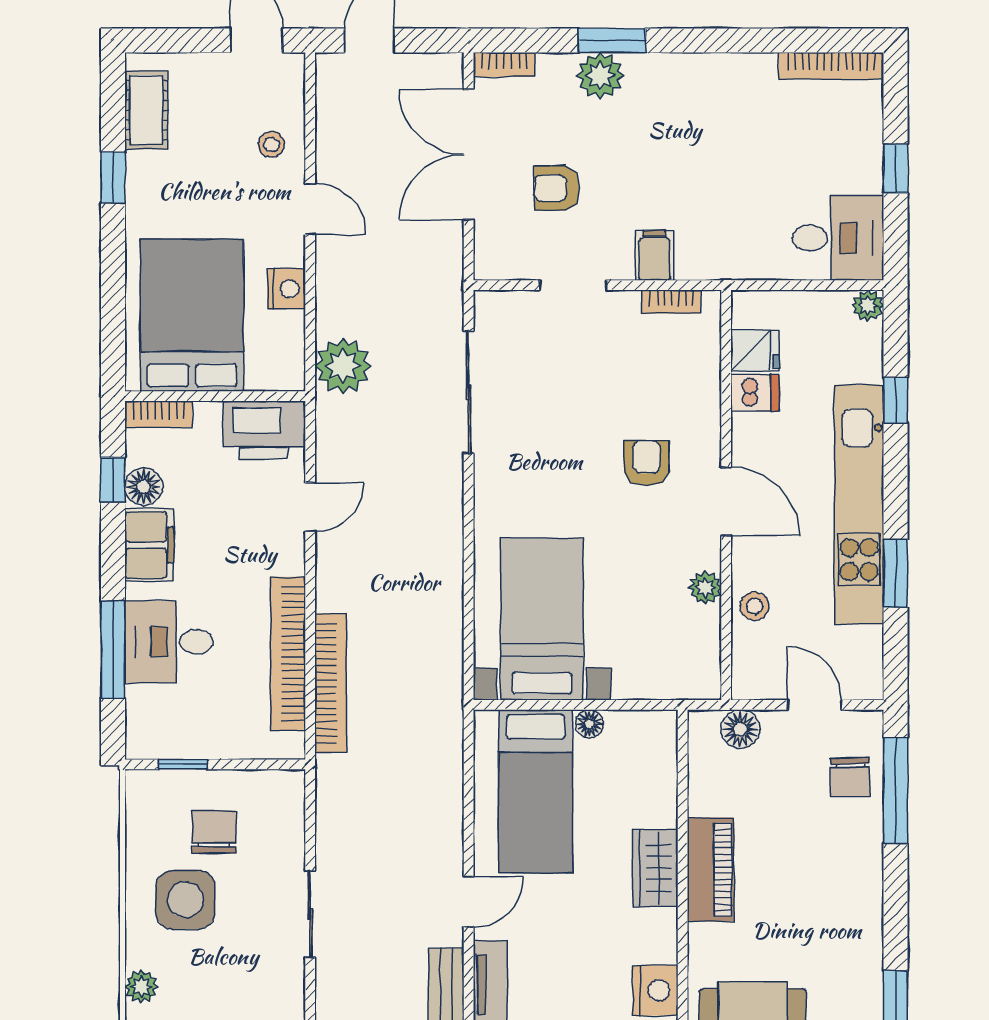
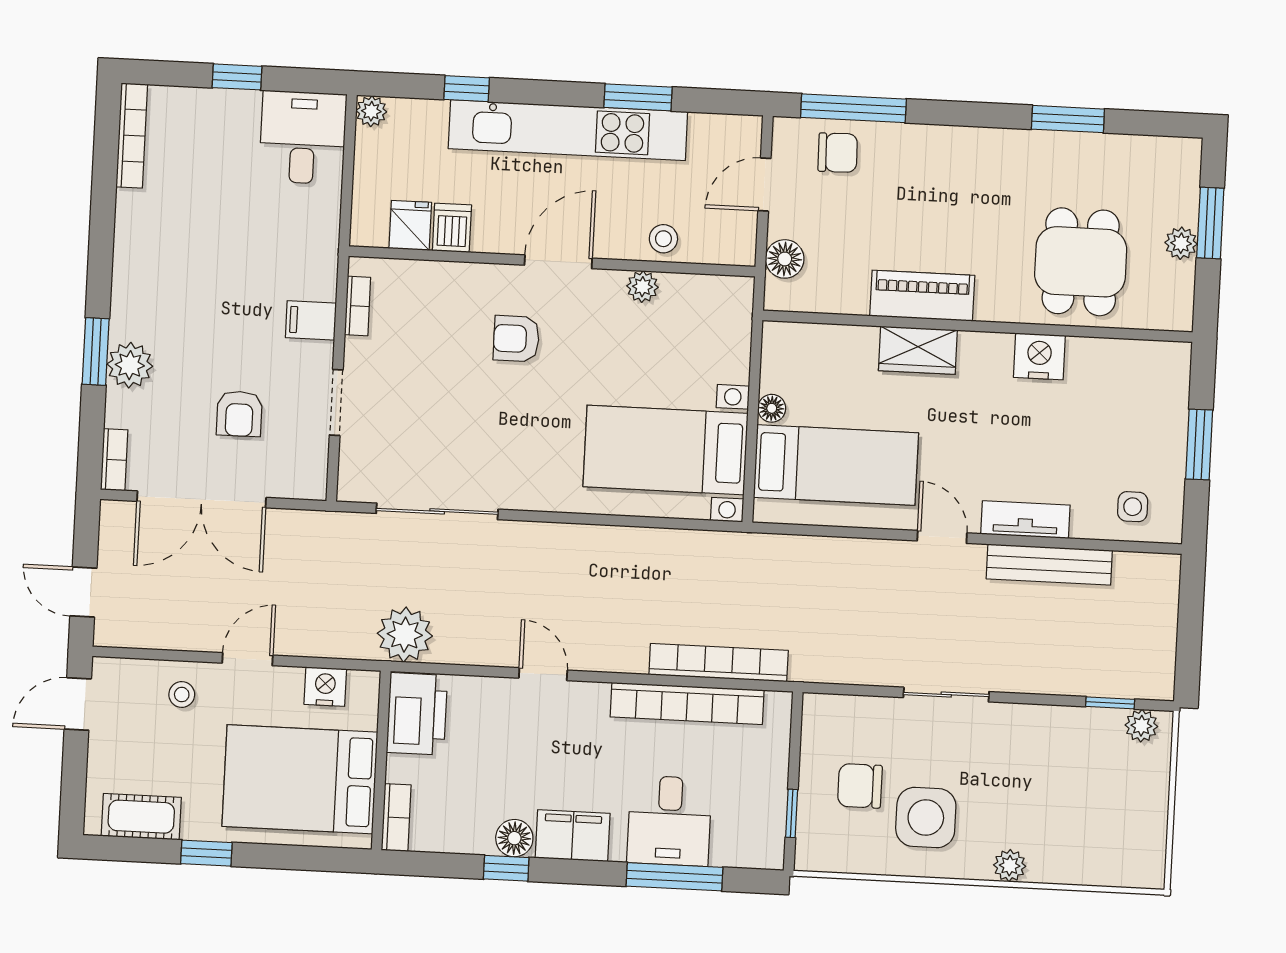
bed: (192, 315) -> (300, 779), moved
wall: (215, 396) -> (381, 760), moved
bookcase: (158, 414) -> (396, 818), moved
printer: (264, 430) -> (417, 714), moved

